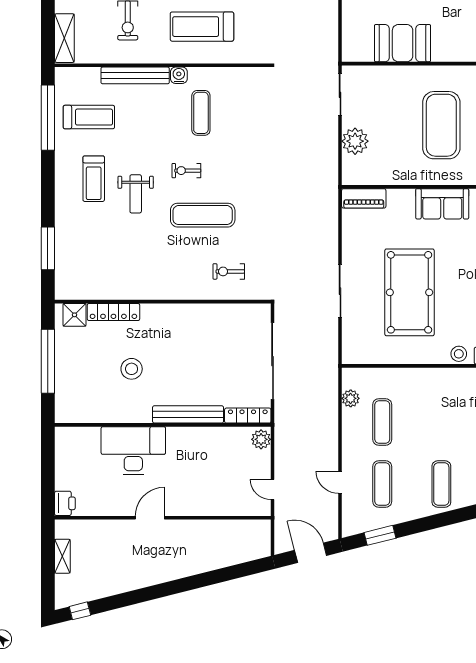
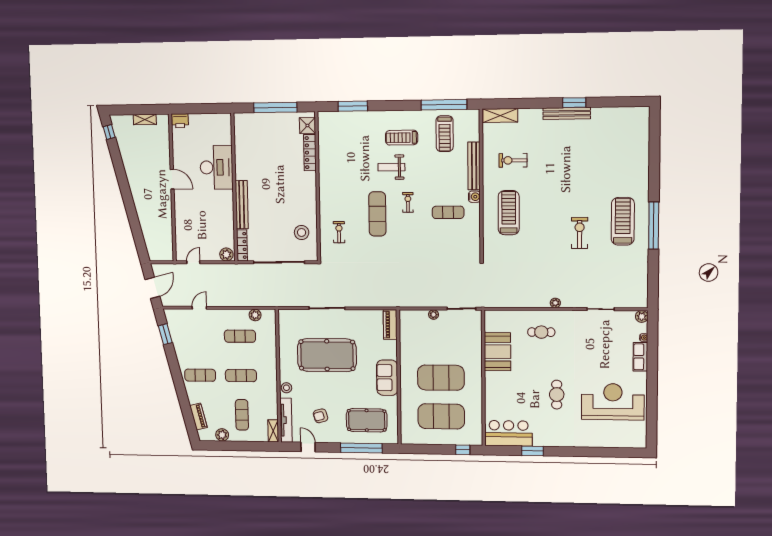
plant: (355, 141) -> (434, 315), width x0.53, depth x0.53
stool: (132, 369) -> (302, 232), moved
exercise mat: (382, 484) -> (241, 376), moved

